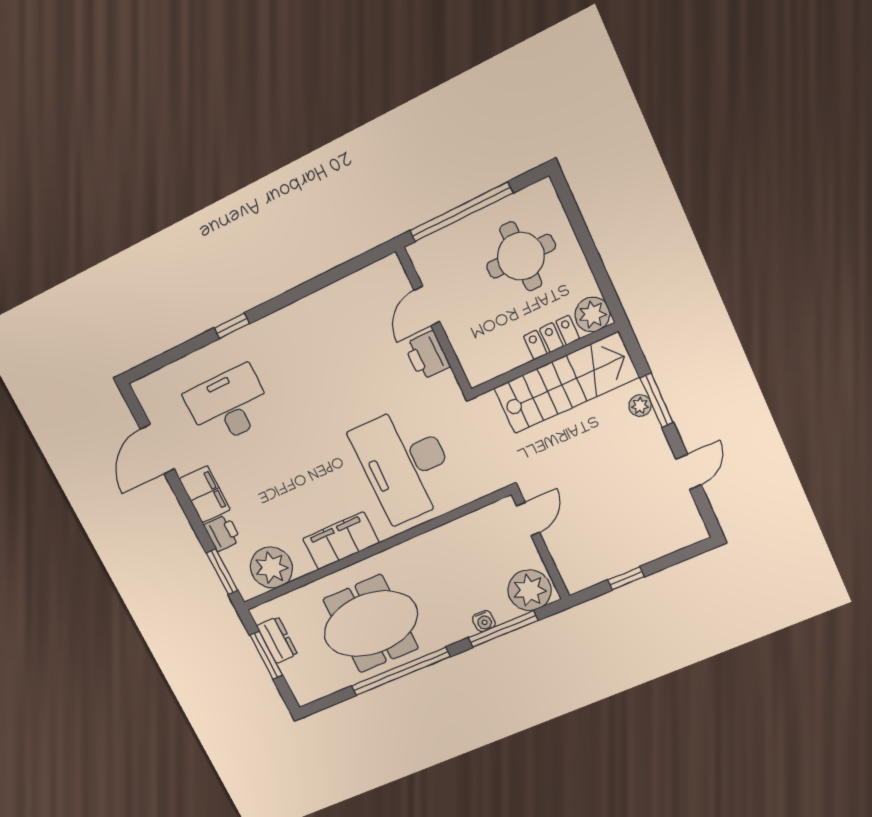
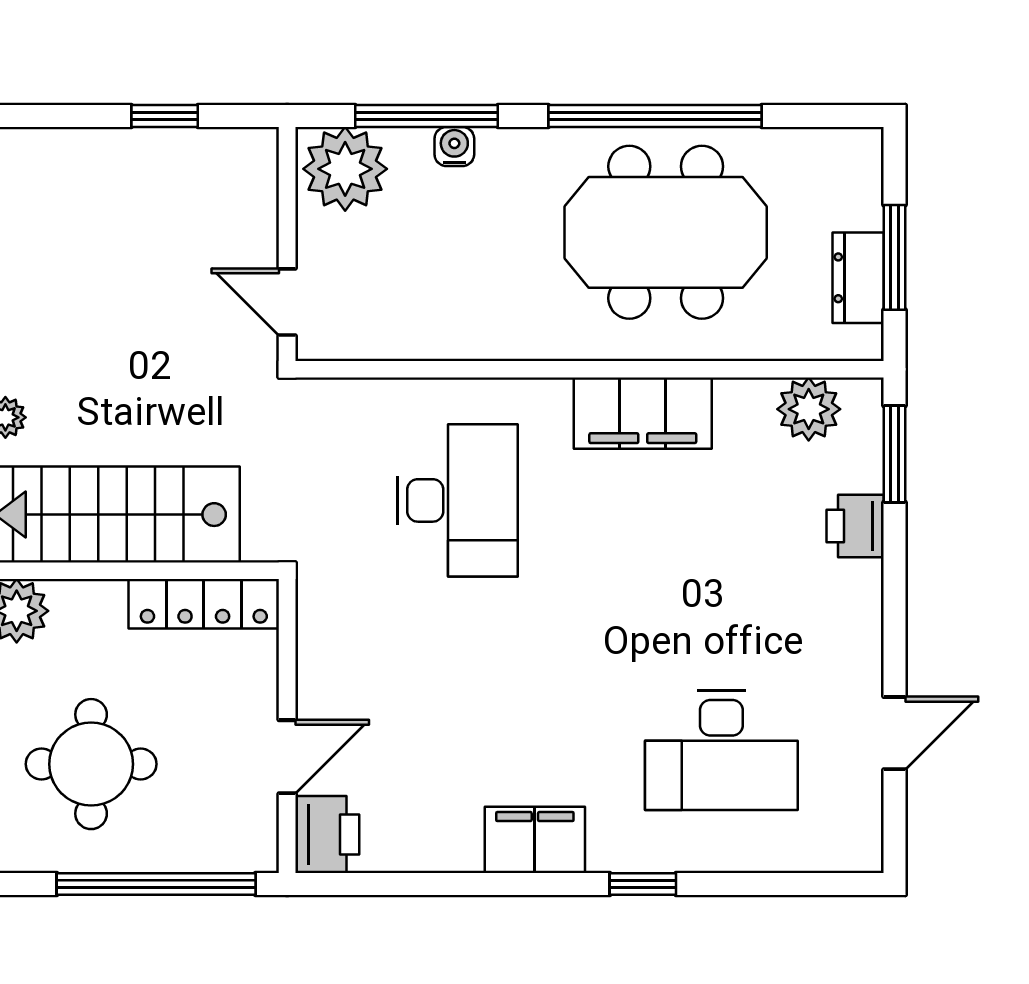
locker: (551, 338) -> (204, 604), moved, width x1.53
printer: (427, 355) -> (327, 834), moved
door: (157, 449) -> (895, 733), width x0.73
desk: (405, 464) -> (458, 500), width x0.73, depth x0.77
filing cabinet: (205, 494) -> (535, 840), moved, turned 90
door: (528, 519) -> (287, 302), hinge flipped
plant: (271, 568) -> (809, 409), width x0.73, depth x0.73

